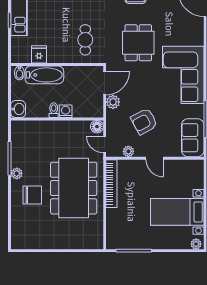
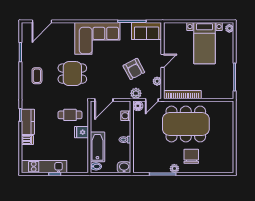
fridge: (39, 54) -> (81, 132), moved
door: (105, 83) -> (104, 100), swing flipped
plant: (113, 102) -> (136, 93), moved
washing machine: (66, 111) -> (126, 116), moved

